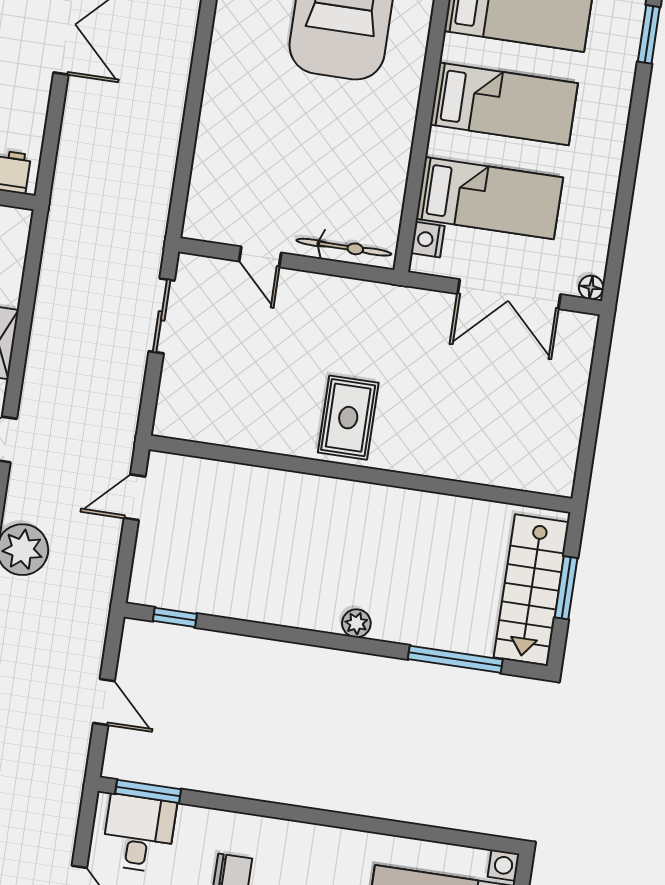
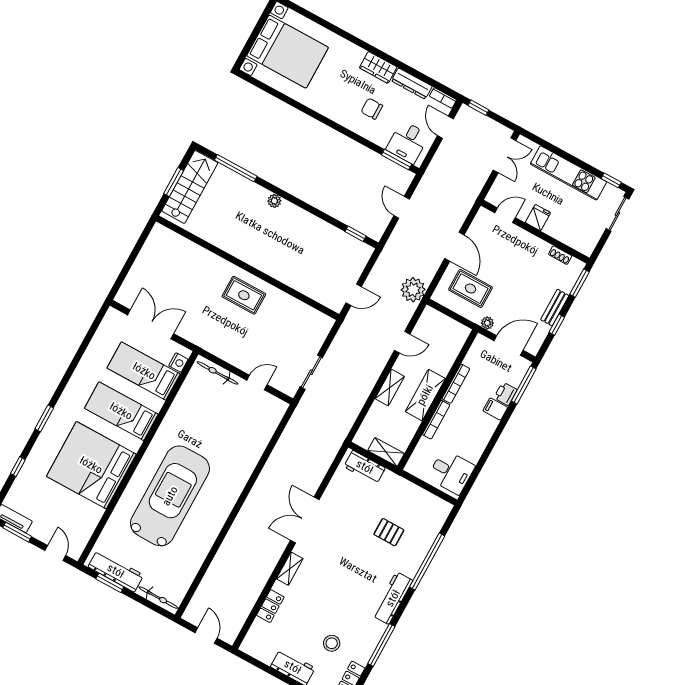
door: (260, 257) -> (257, 383), hinge flipped
floor lamp: (591, 287) -> (112, 314), removed
rug: (348, 418) -> (244, 295), turned 90

